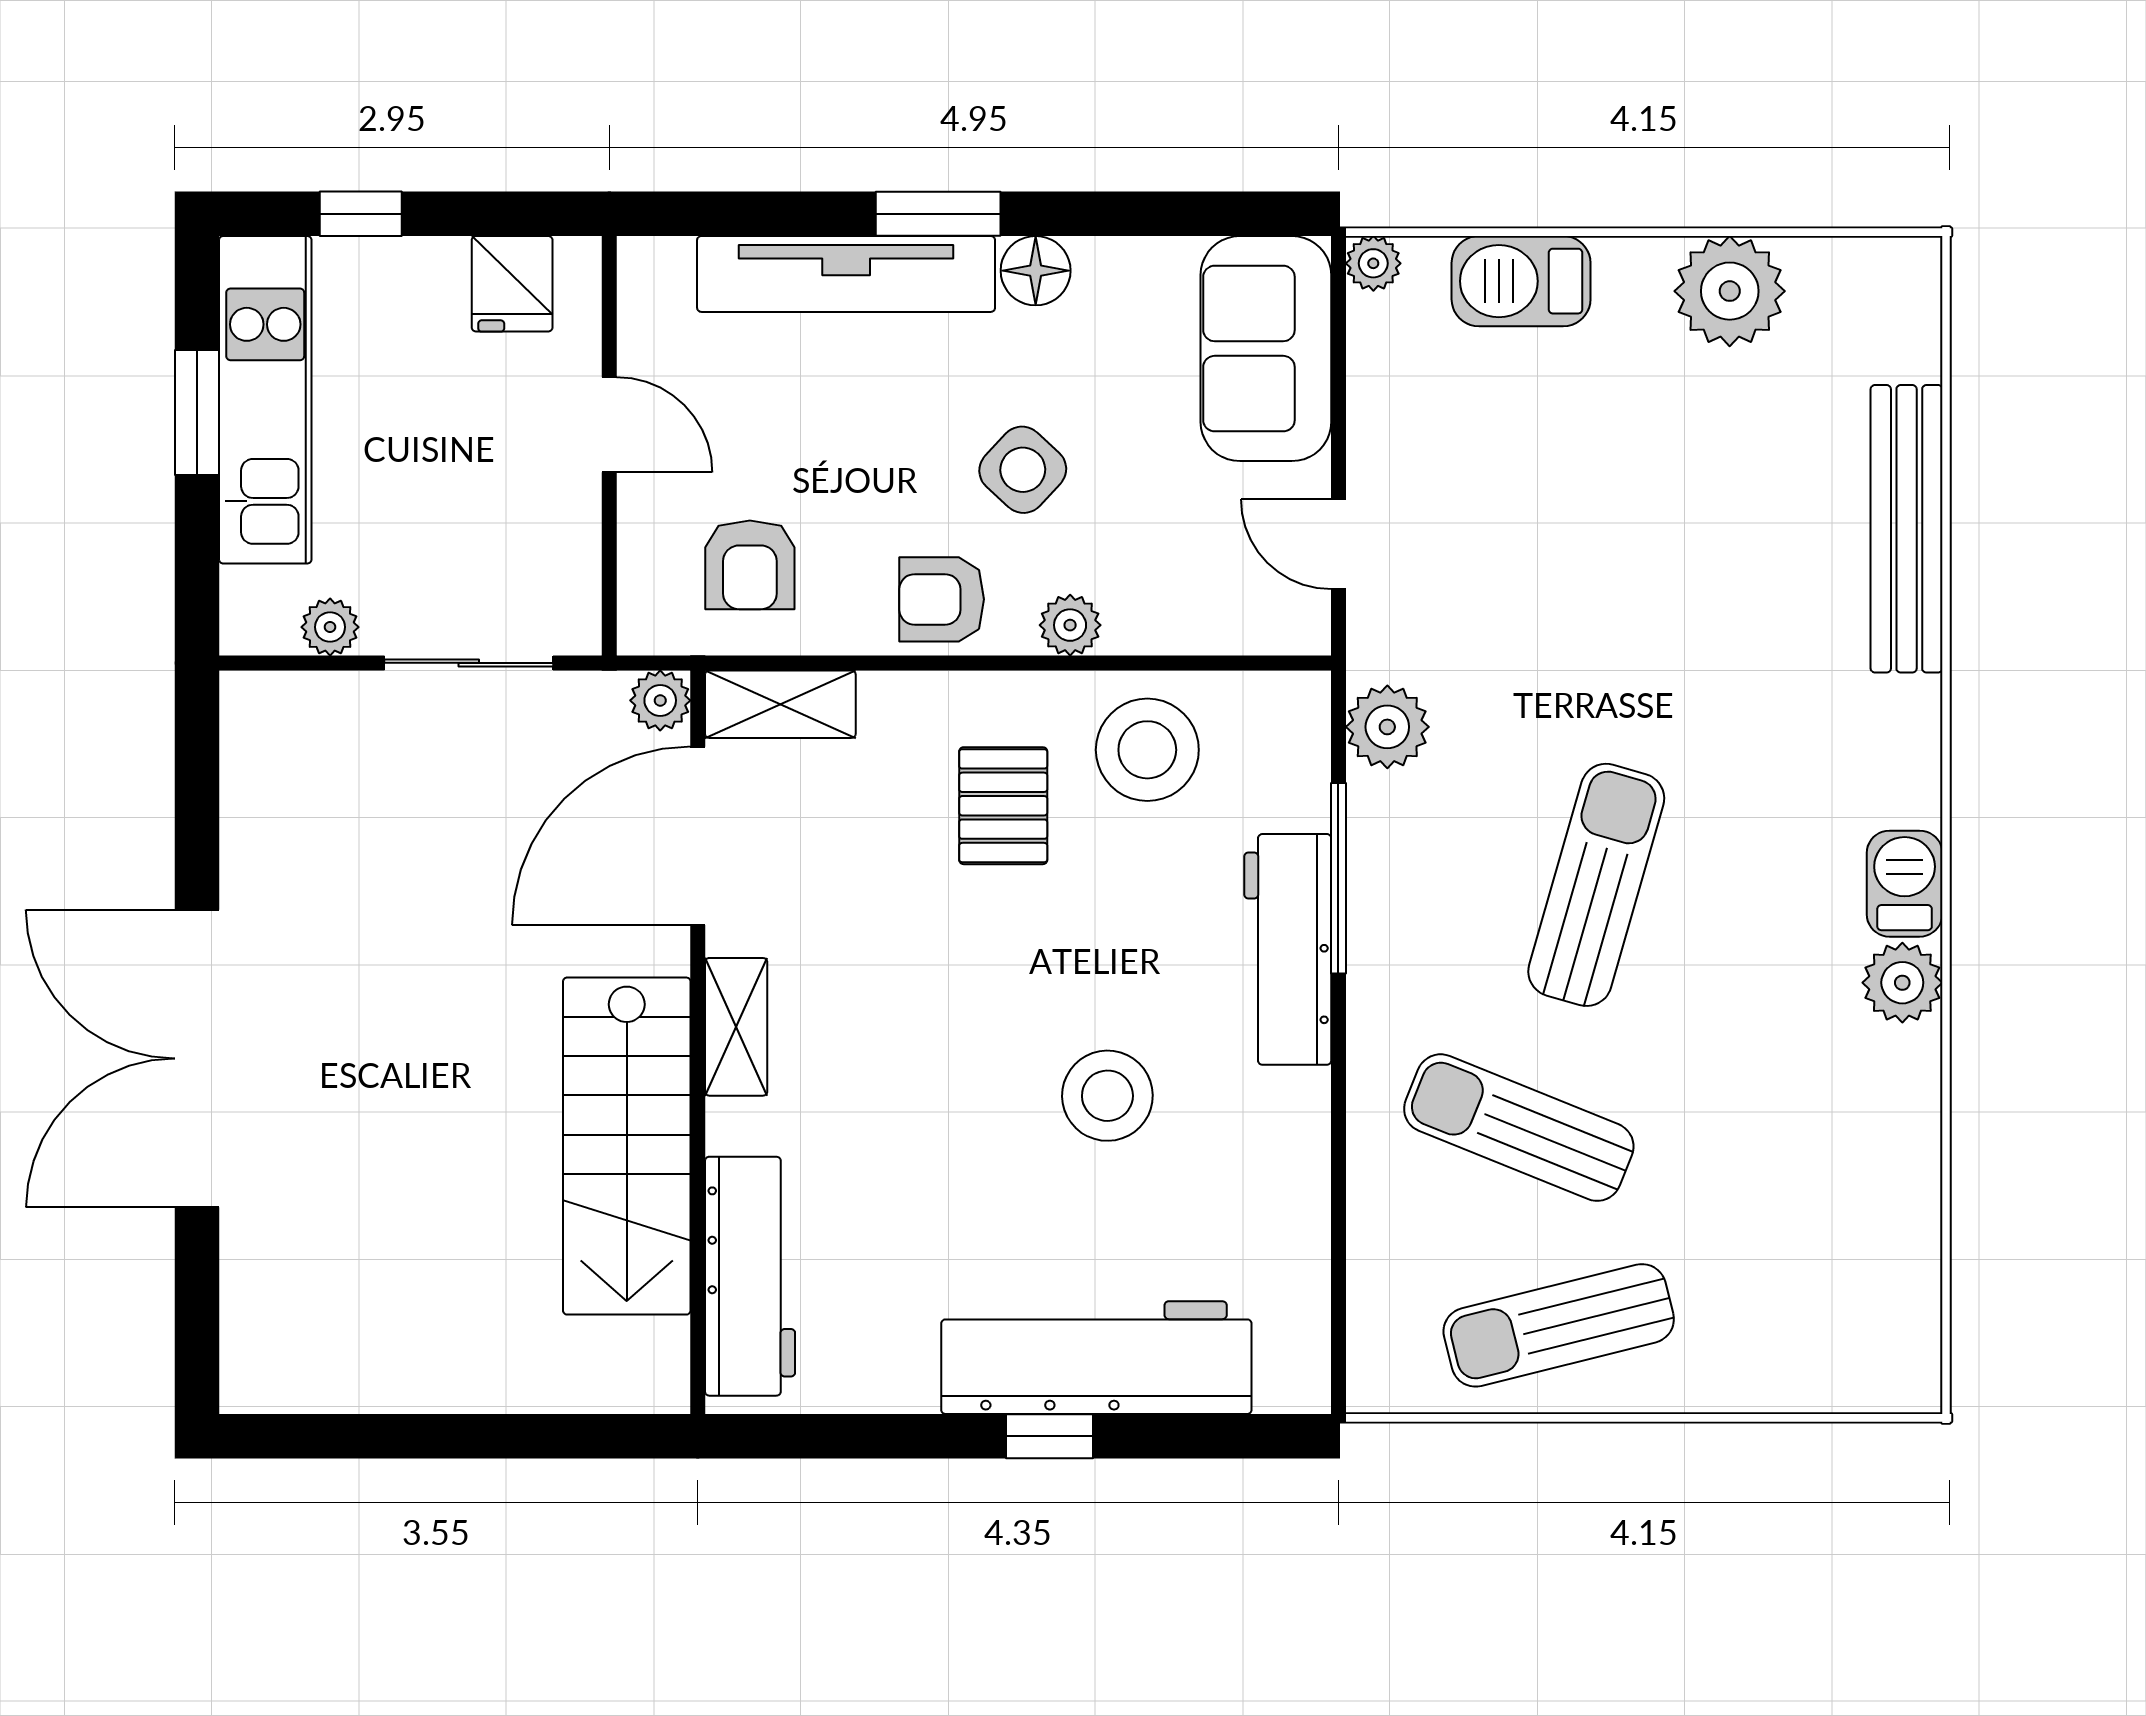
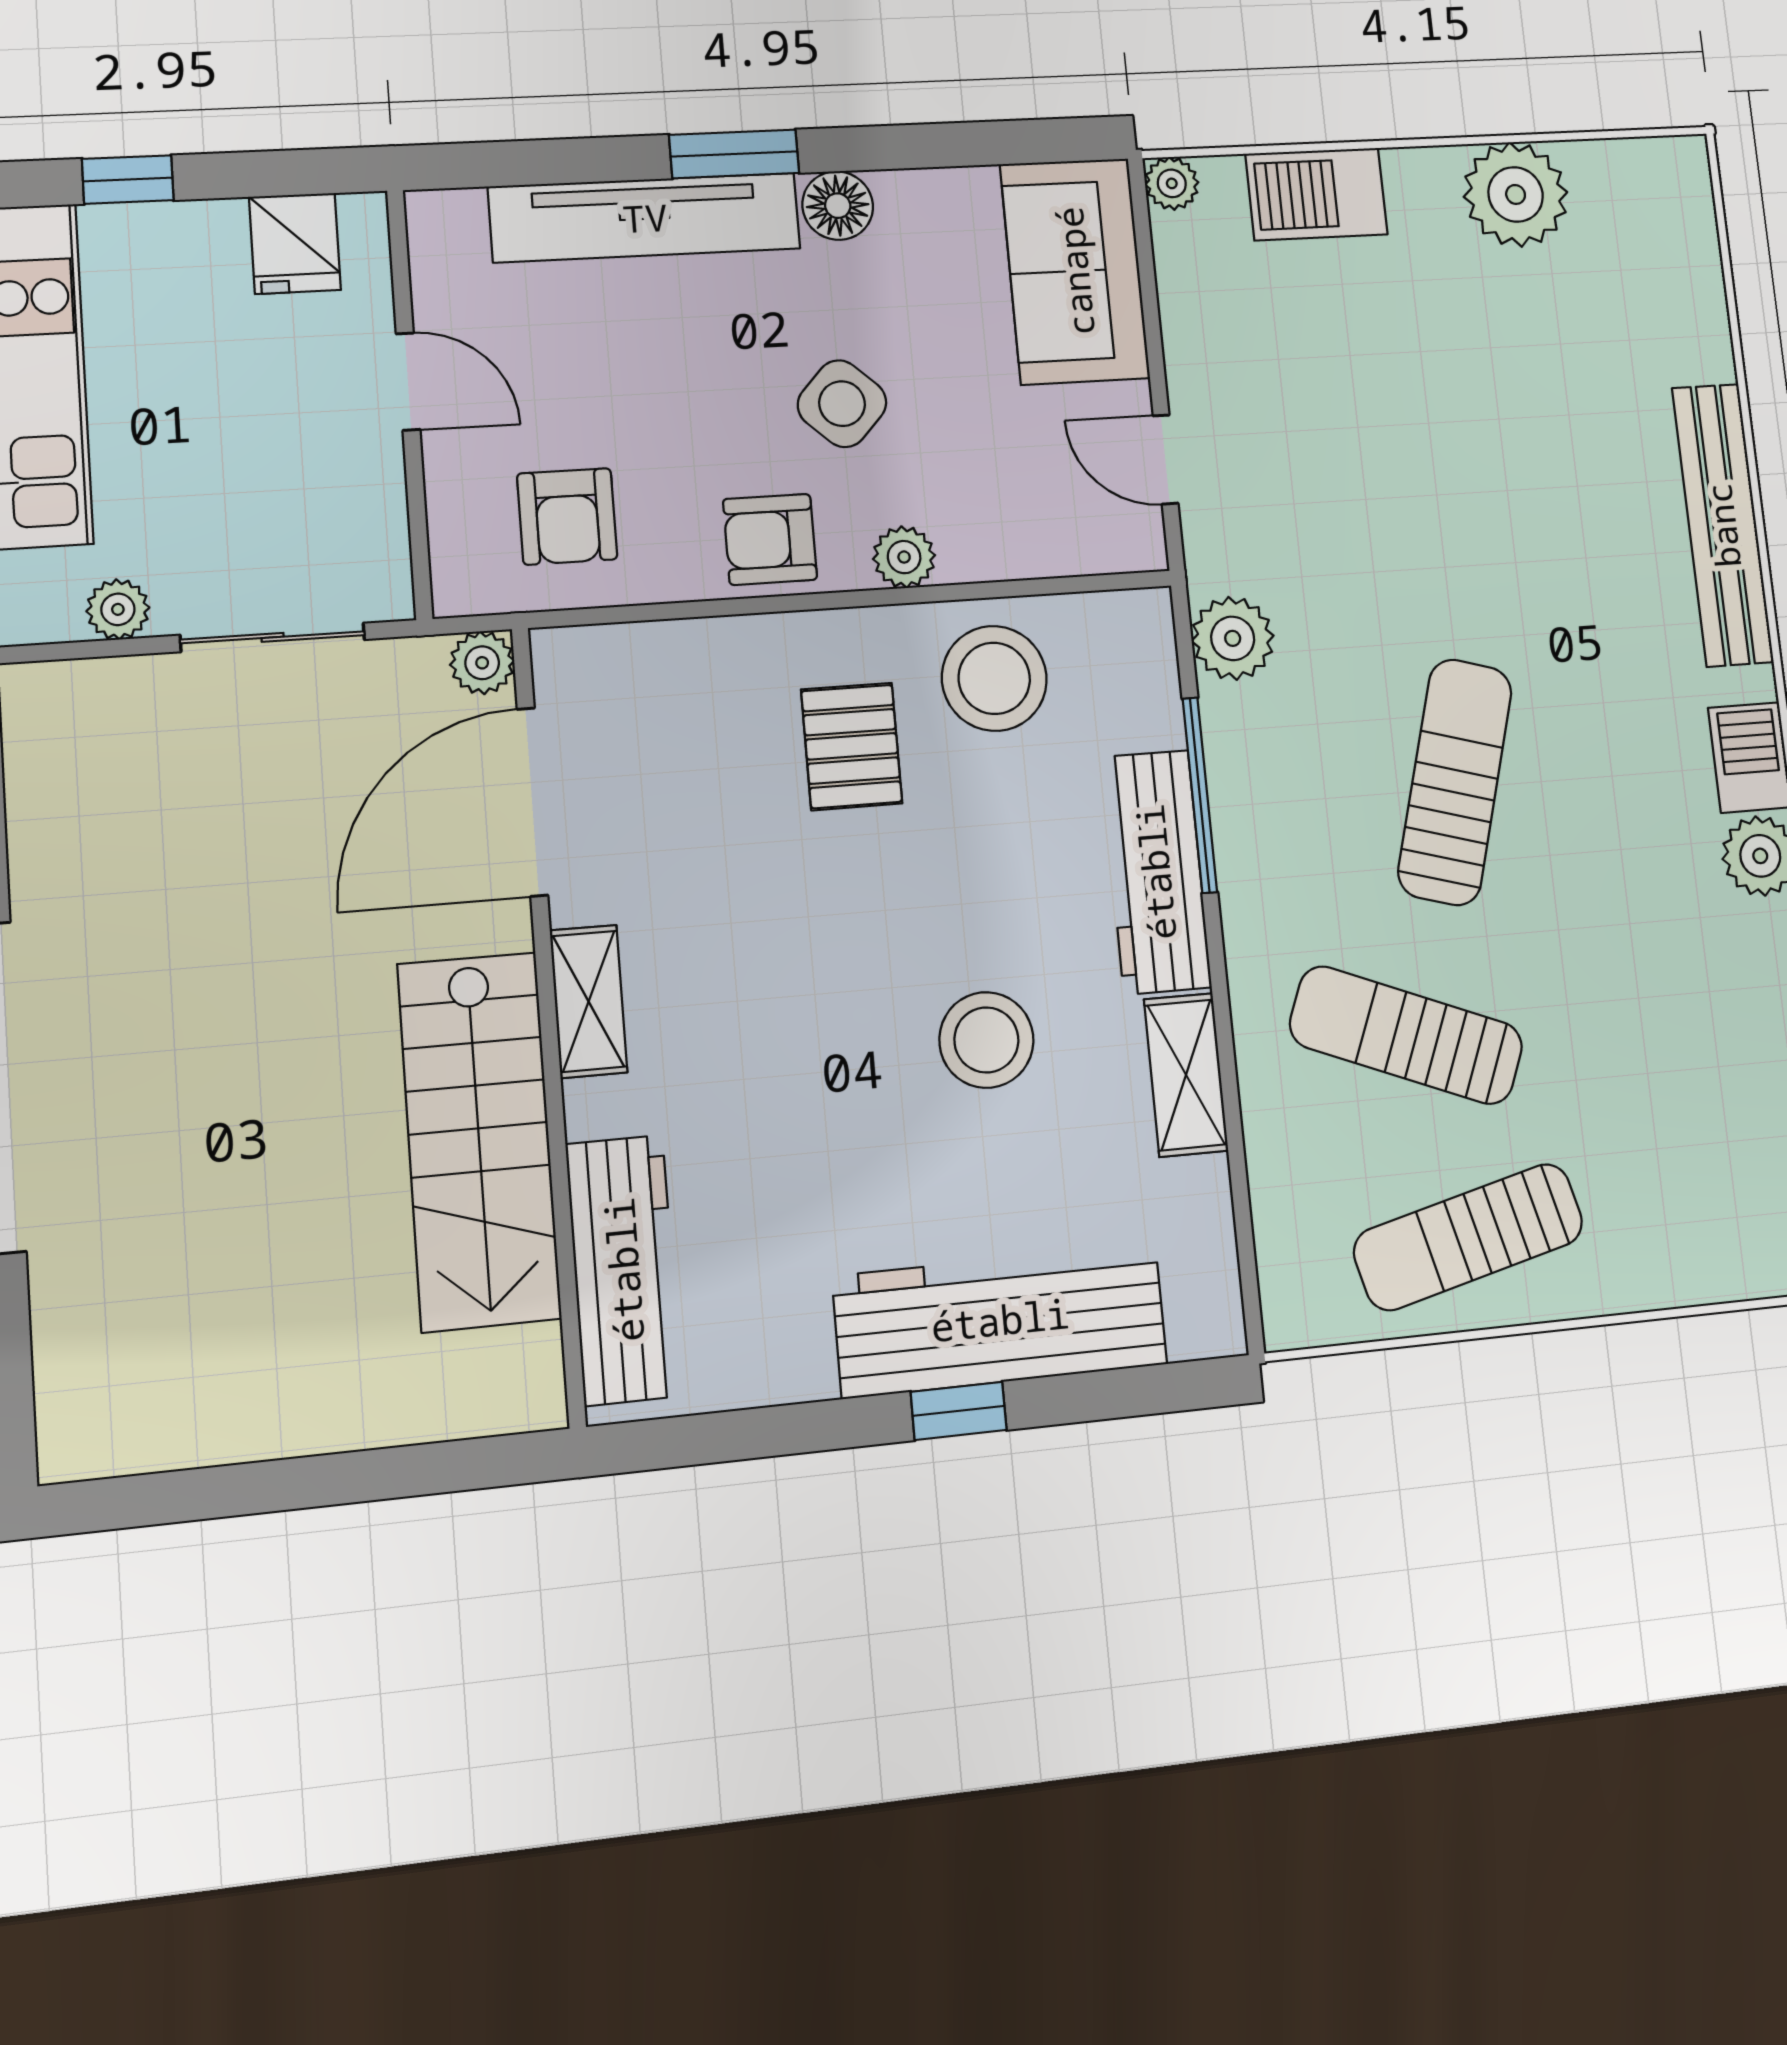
bench: (1907, 529) -> (1723, 525), moved
shelving: (780, 704) -> (1186, 1075), moved, turned 90

